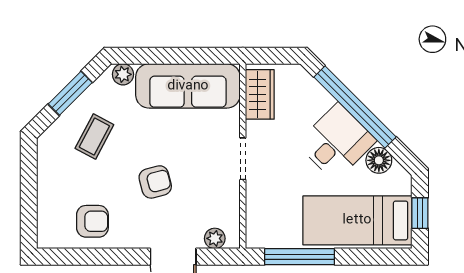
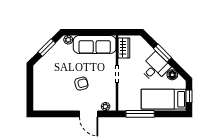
window: (355, 107) -> (163, 53), width x0.47
coffee table: (94, 136) -> (57, 65), removed
armchair: (92, 221) -> (56, 100), removed

